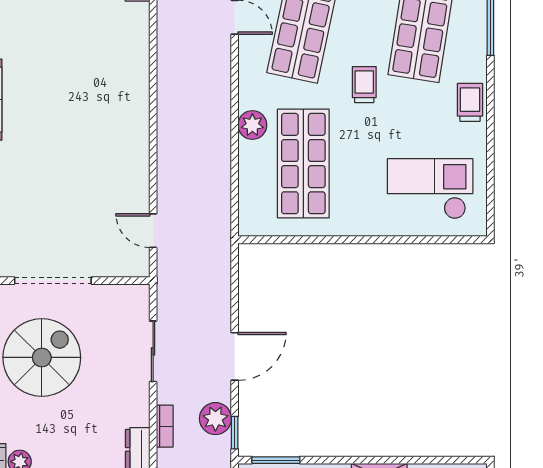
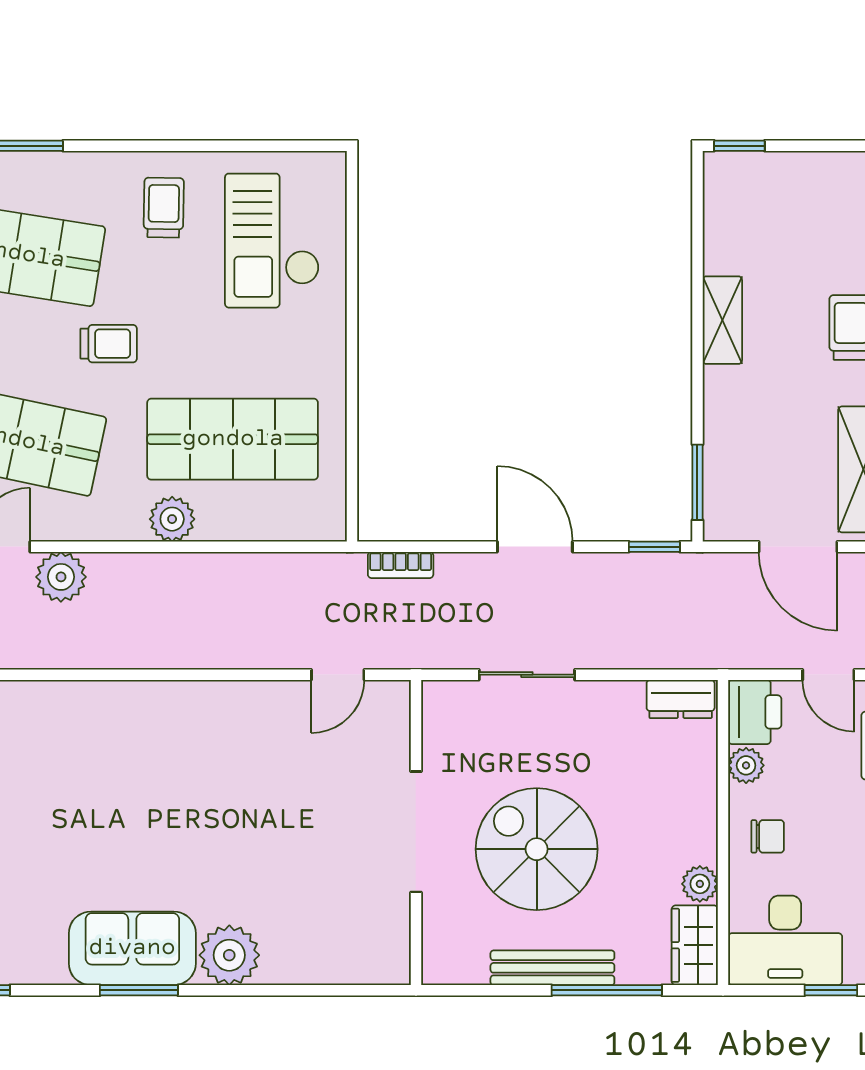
trolley: (364, 85) -> (109, 344), turned 180
trolley: (470, 102) -> (164, 208), moved, turned 91
plant: (215, 419) -> (61, 577), moved
bookcase: (165, 426) -> (401, 565), moved, turned 180

